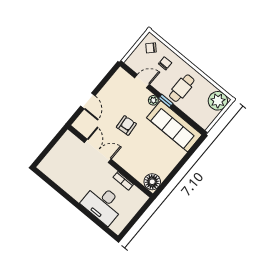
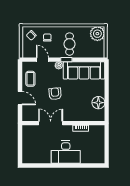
door: (142, 81) -> (42, 60), hinge flipped
coffee table: (114, 90) -> (30, 79), added
floor lamp: (152, 182) -> (98, 103), moved
desk: (103, 204) -> (66, 152), moved

